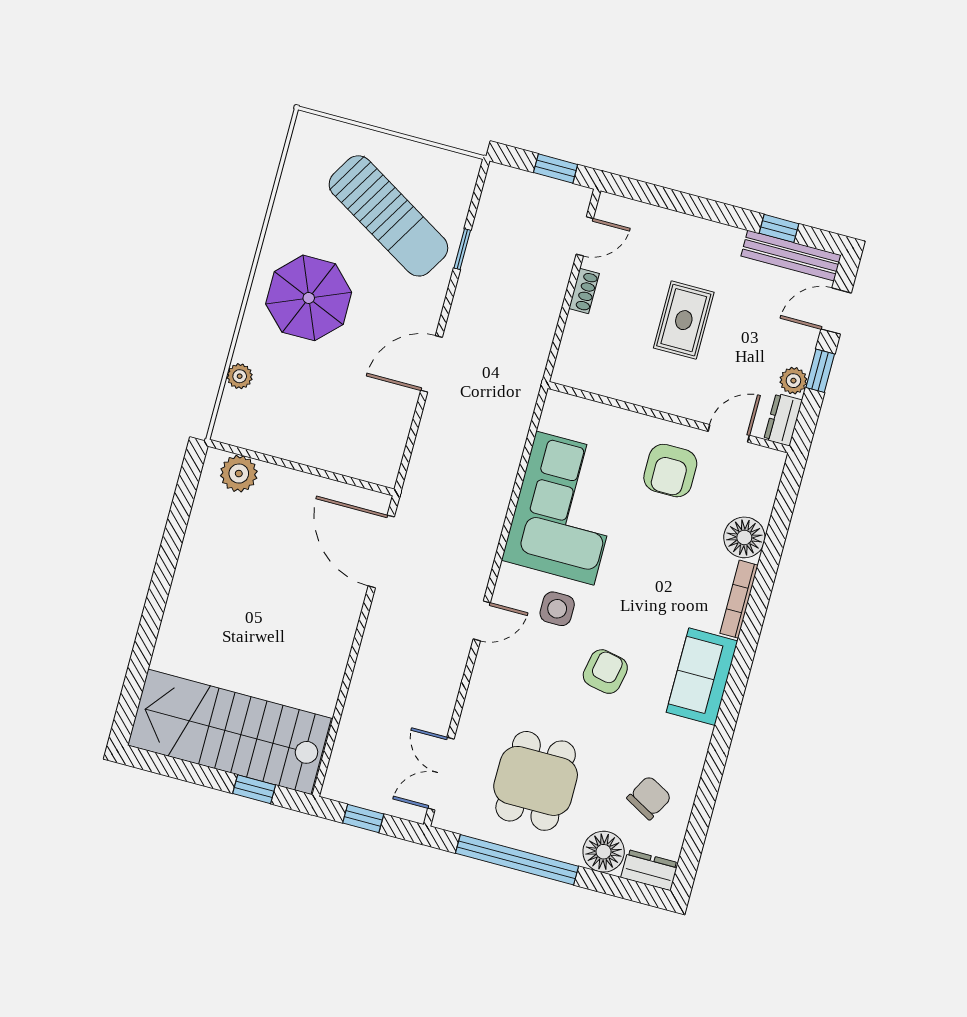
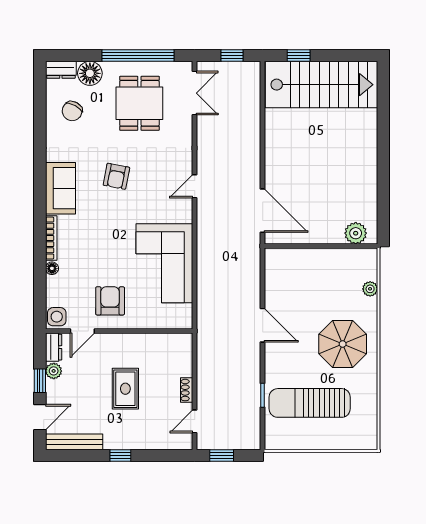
sun lounger: (388, 216) -> (310, 403), turned -31
window: (779, 228) -> (120, 456), moved
door: (432, 364) -> (263, 325), hinge flipped
floor lamp: (744, 537) -> (52, 268), width x0.53, depth x0.53
side table: (557, 609) -> (57, 317), moved

